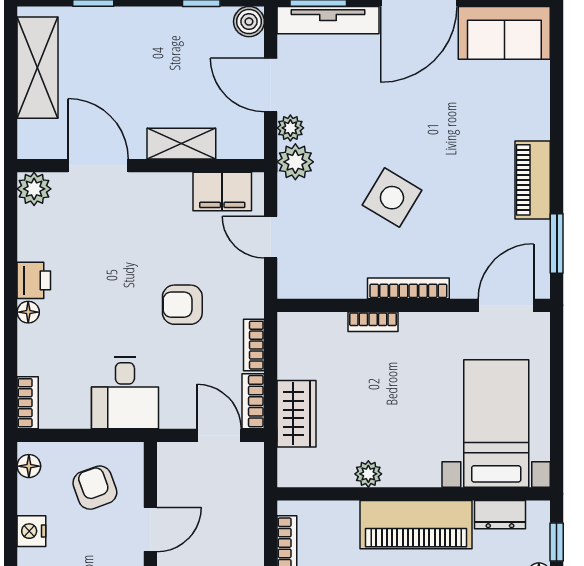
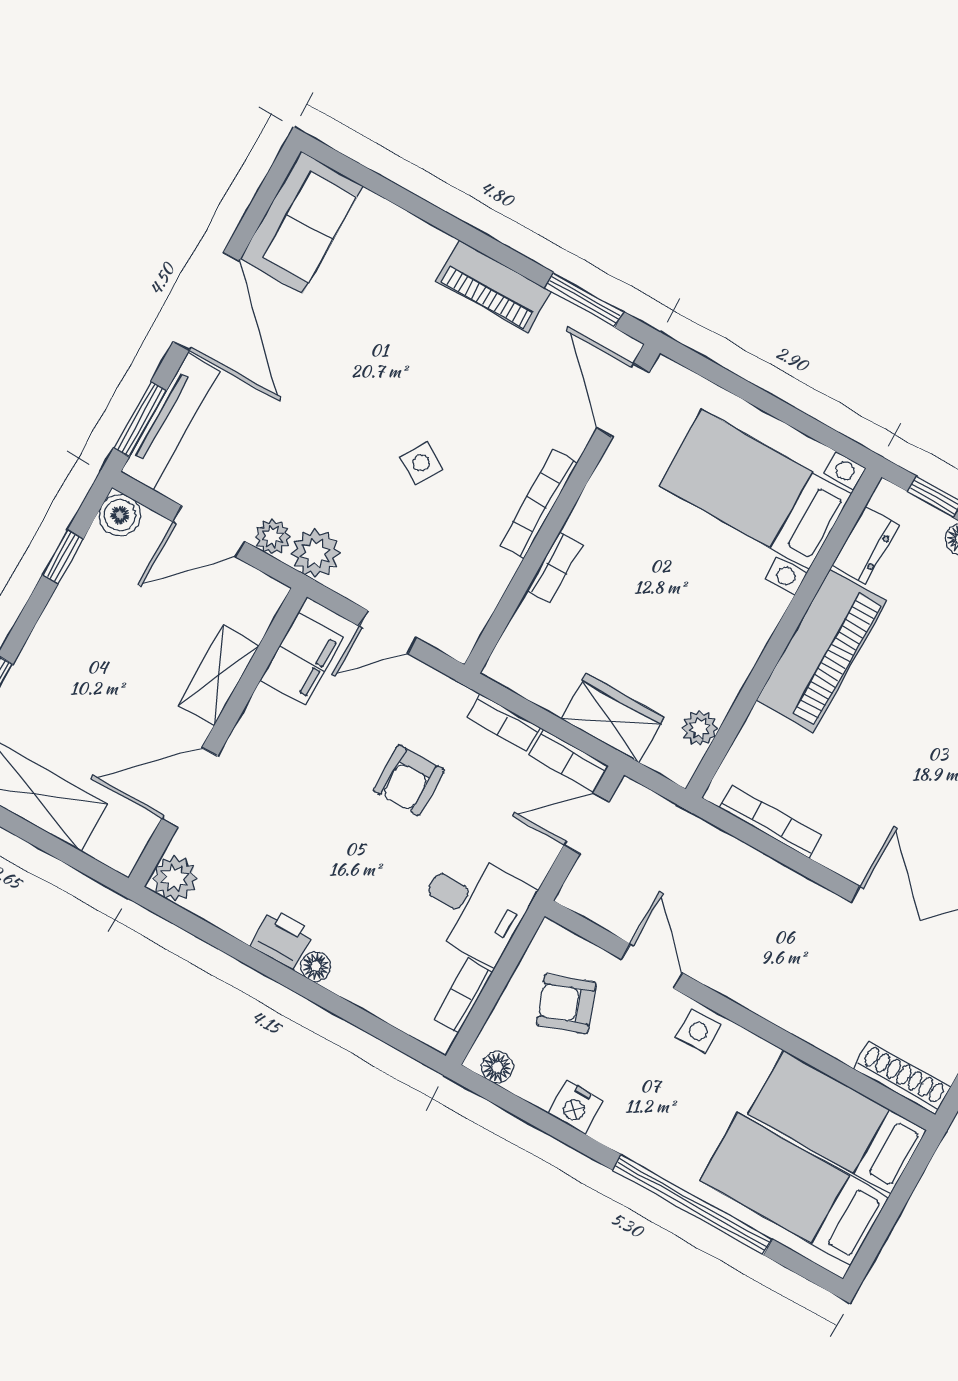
side table: (392, 198) -> (421, 463), width x0.54, depth x0.54
bookcase: (28, 403) -> (464, 996), moved, turned -90
plant: (368, 474) -> (700, 728), moved

